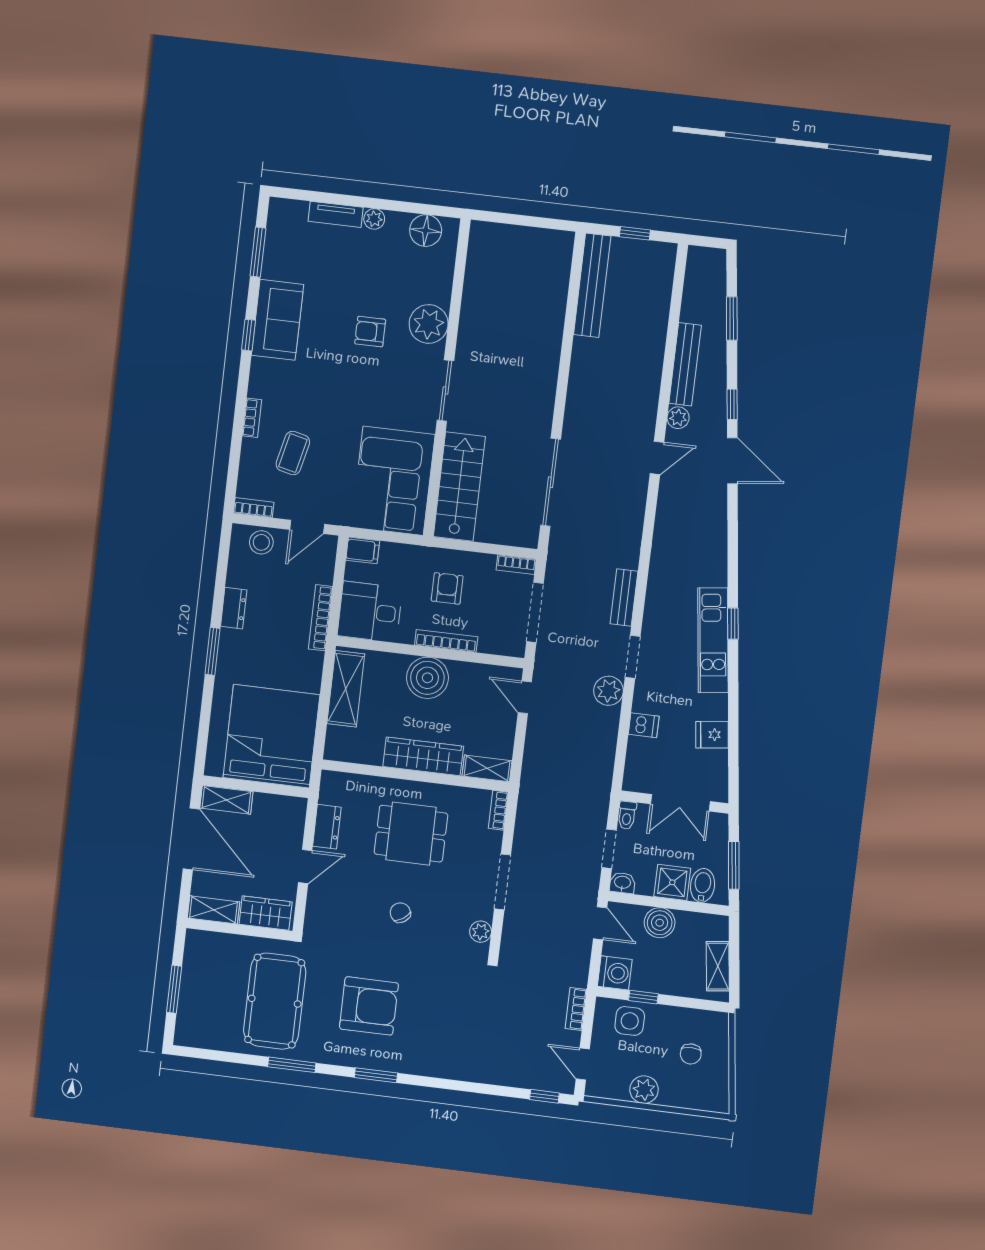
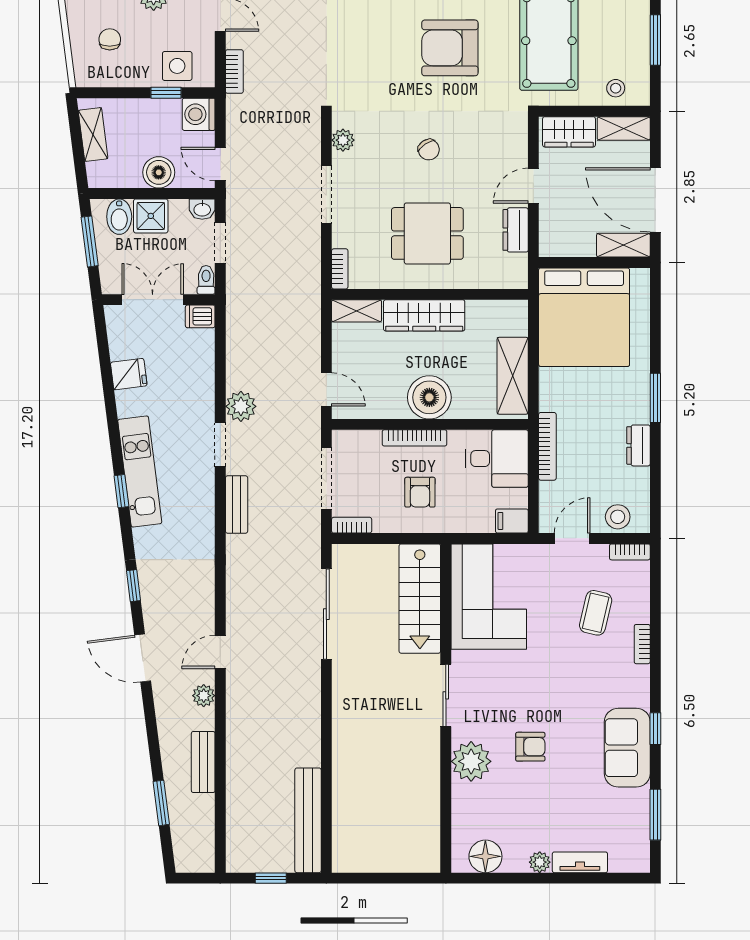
bench: (685, 364) -> (203, 762), width x0.73
window: (732, 404) -> (133, 586), moved
dishwasher: (644, 725) -> (200, 316), moved
stool: (217, 949) -> (616, 88), added

